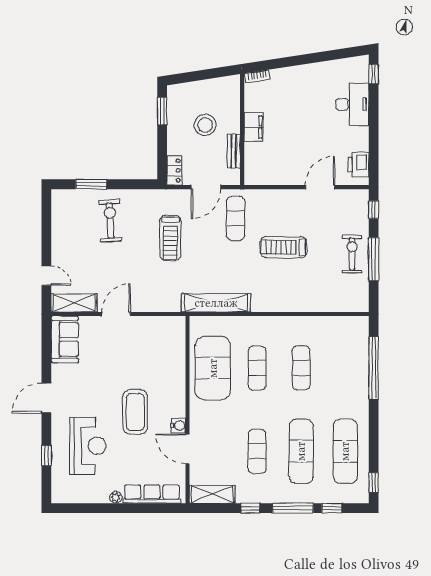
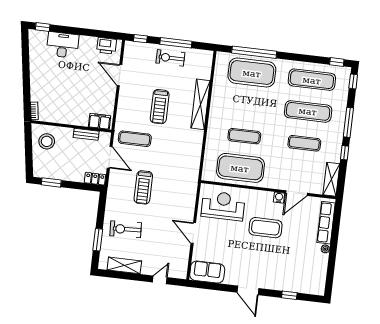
stool: (205, 125) -> (47, 141), moved
filing cabinet: (254, 127) -> (100, 121), moved
treadmill: (170, 238) -> (143, 187), turned 90
shelving: (74, 303) -> (124, 265), moved, turned 90
shelving: (216, 303) -> (200, 104), moved
exercise mat: (301, 368) -> (252, 73), moved, width x2.00, depth x1.45
reception desk: (88, 446) -> (223, 206), moved
window: (332, 508) -> (353, 81), moved

